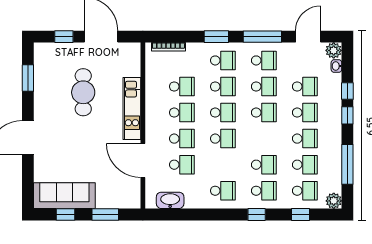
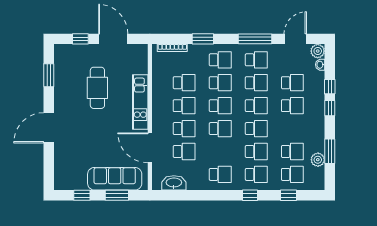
window: (216, 37) -> (203, 39), moved
school desk: (305, 139) -> (256, 129), moved
window: (347, 164) -> (330, 151), width x0.69
sofa: (64, 196) -> (115, 179), moved
plant: (334, 201) -> (318, 160), moved

